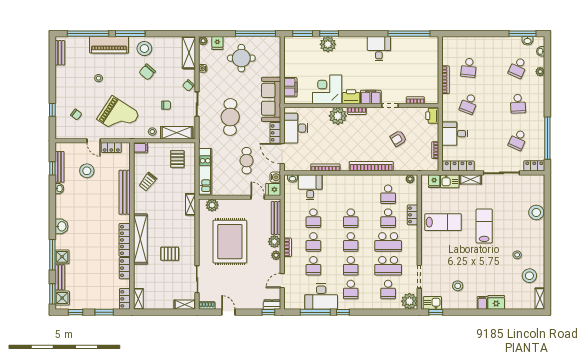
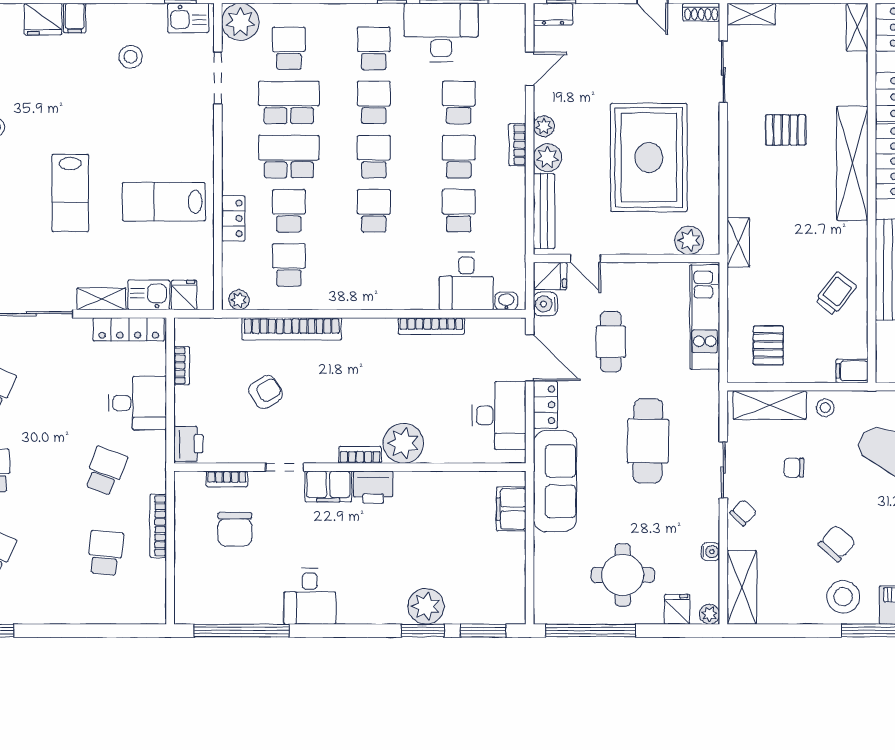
chair: (412, 78) -> (235, 529), added
corner desk: (327, 89) -> (428, 504), removed
bookcase: (371, 166) -> (292, 329), moved

